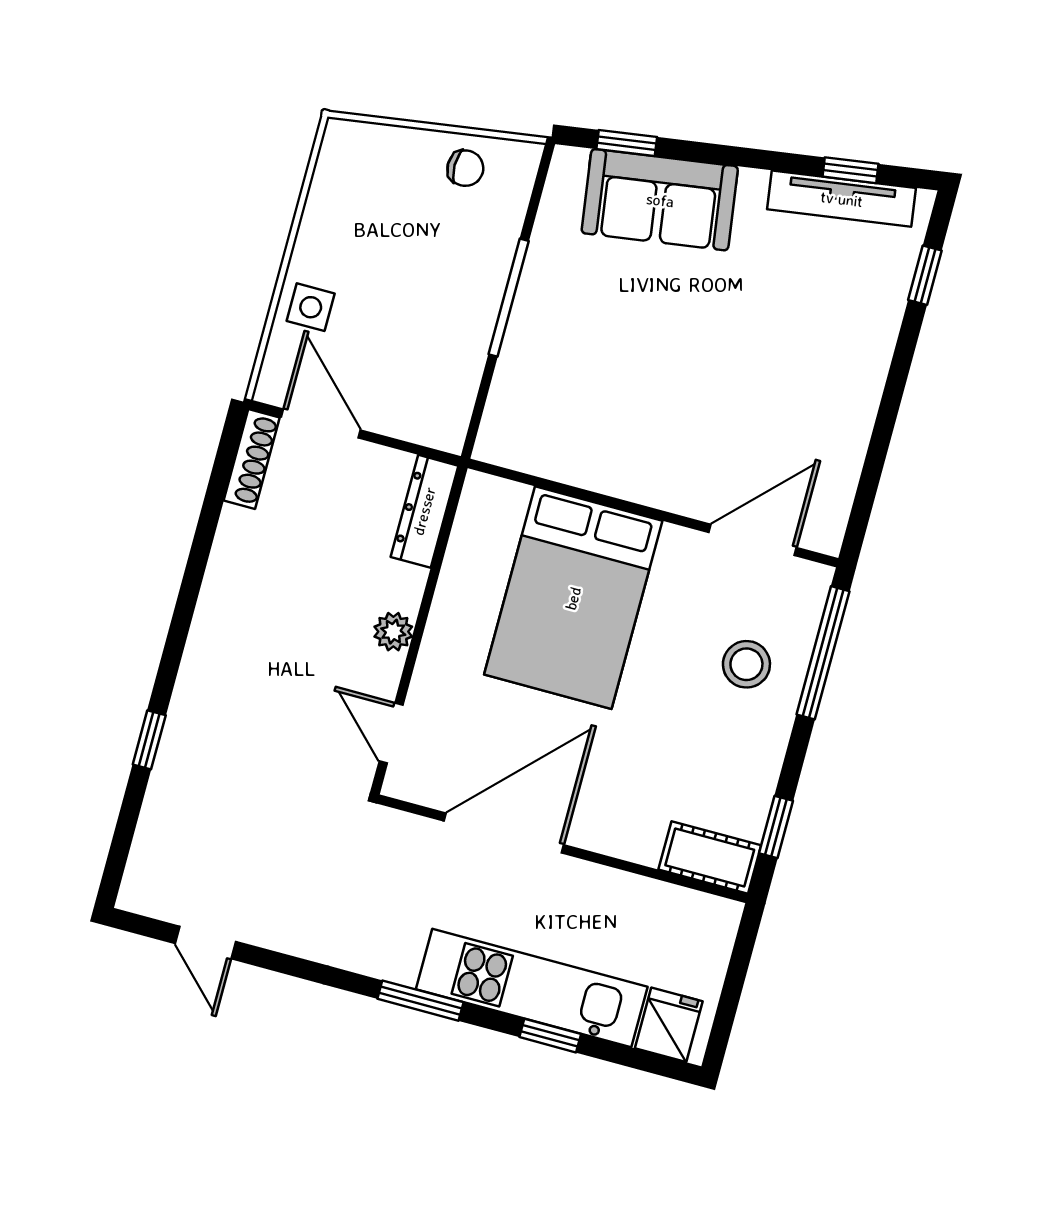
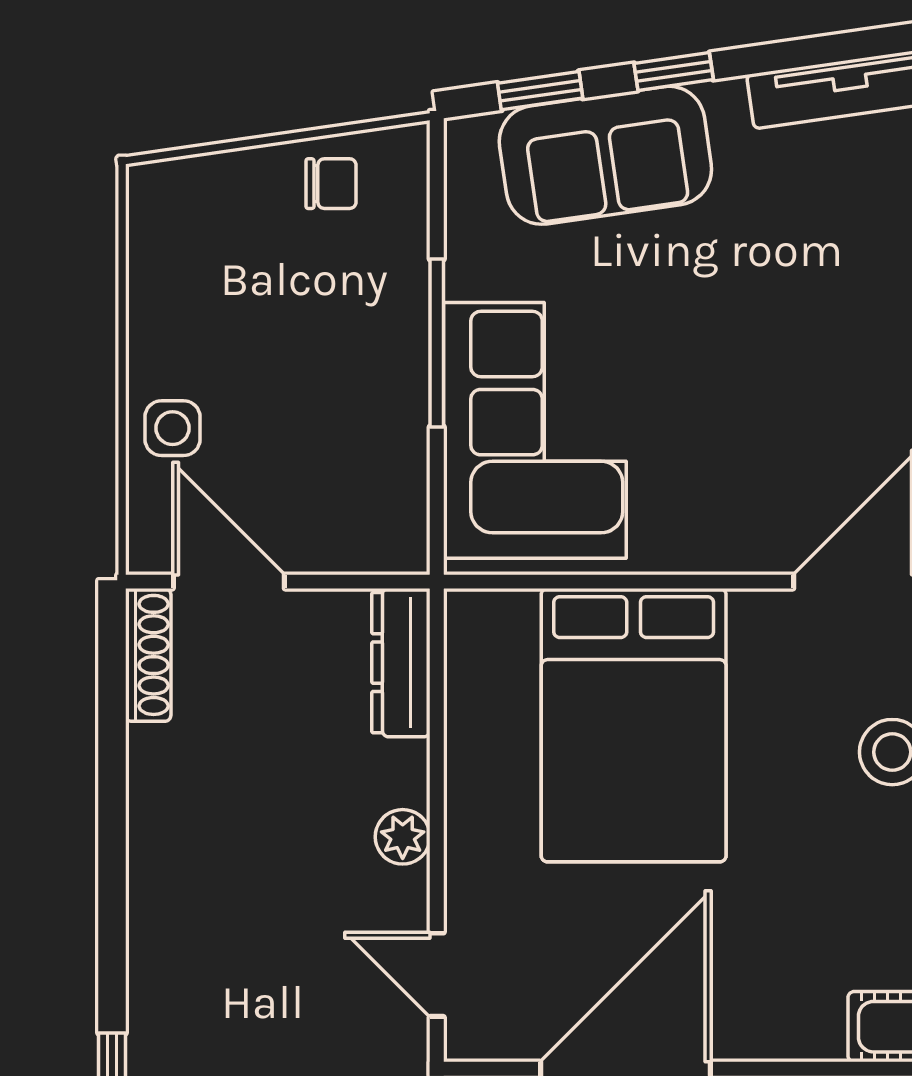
window: (851, 170) -> (674, 71), moved
corner sofa: (560, 376) -> (535, 430), added

